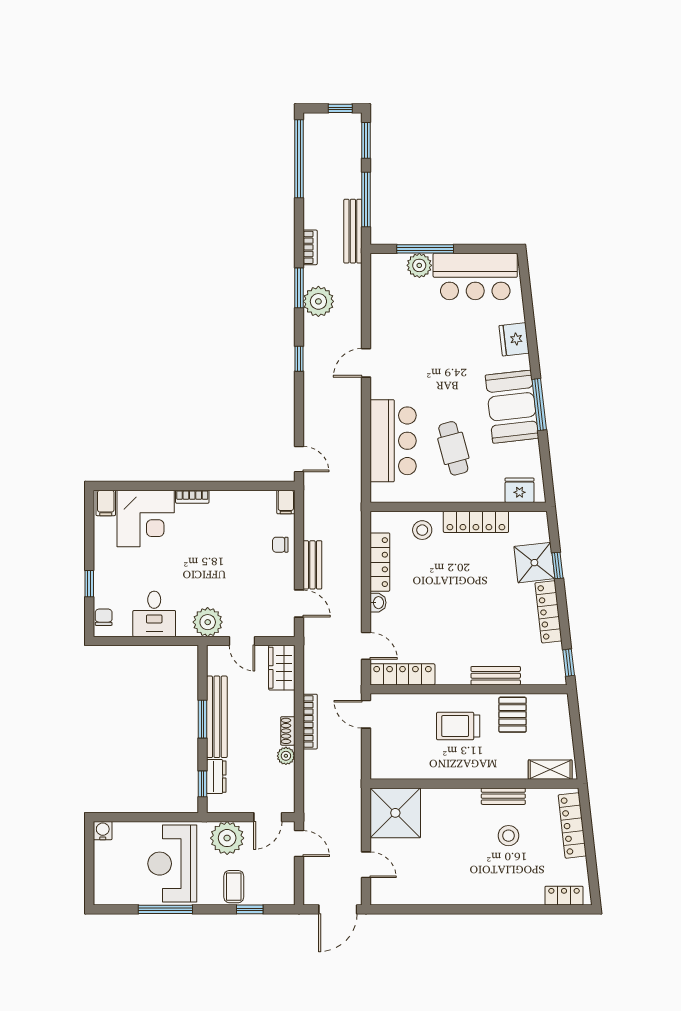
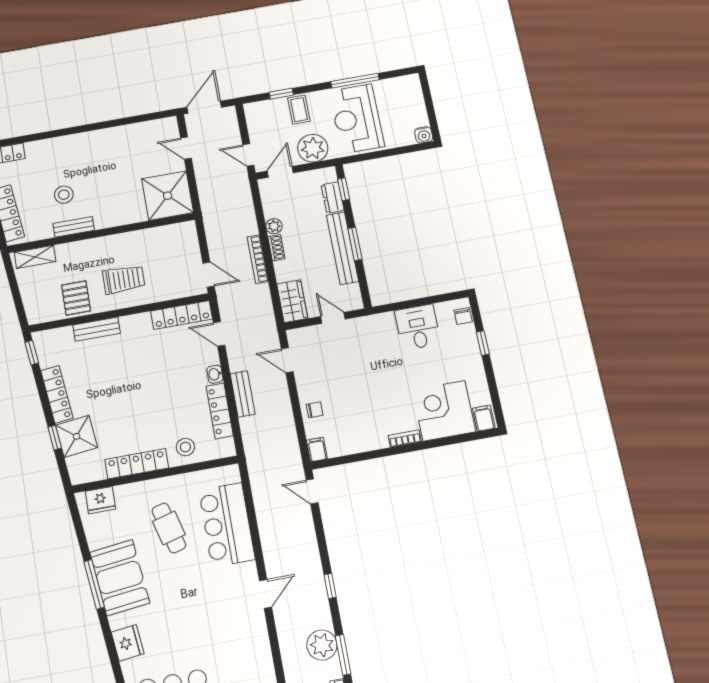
bench: (312, 565) -> (243, 394), moved
plant: (208, 622) -> (367, 329), removed
reception desk: (172, 864) -> (357, 119), turned 180

